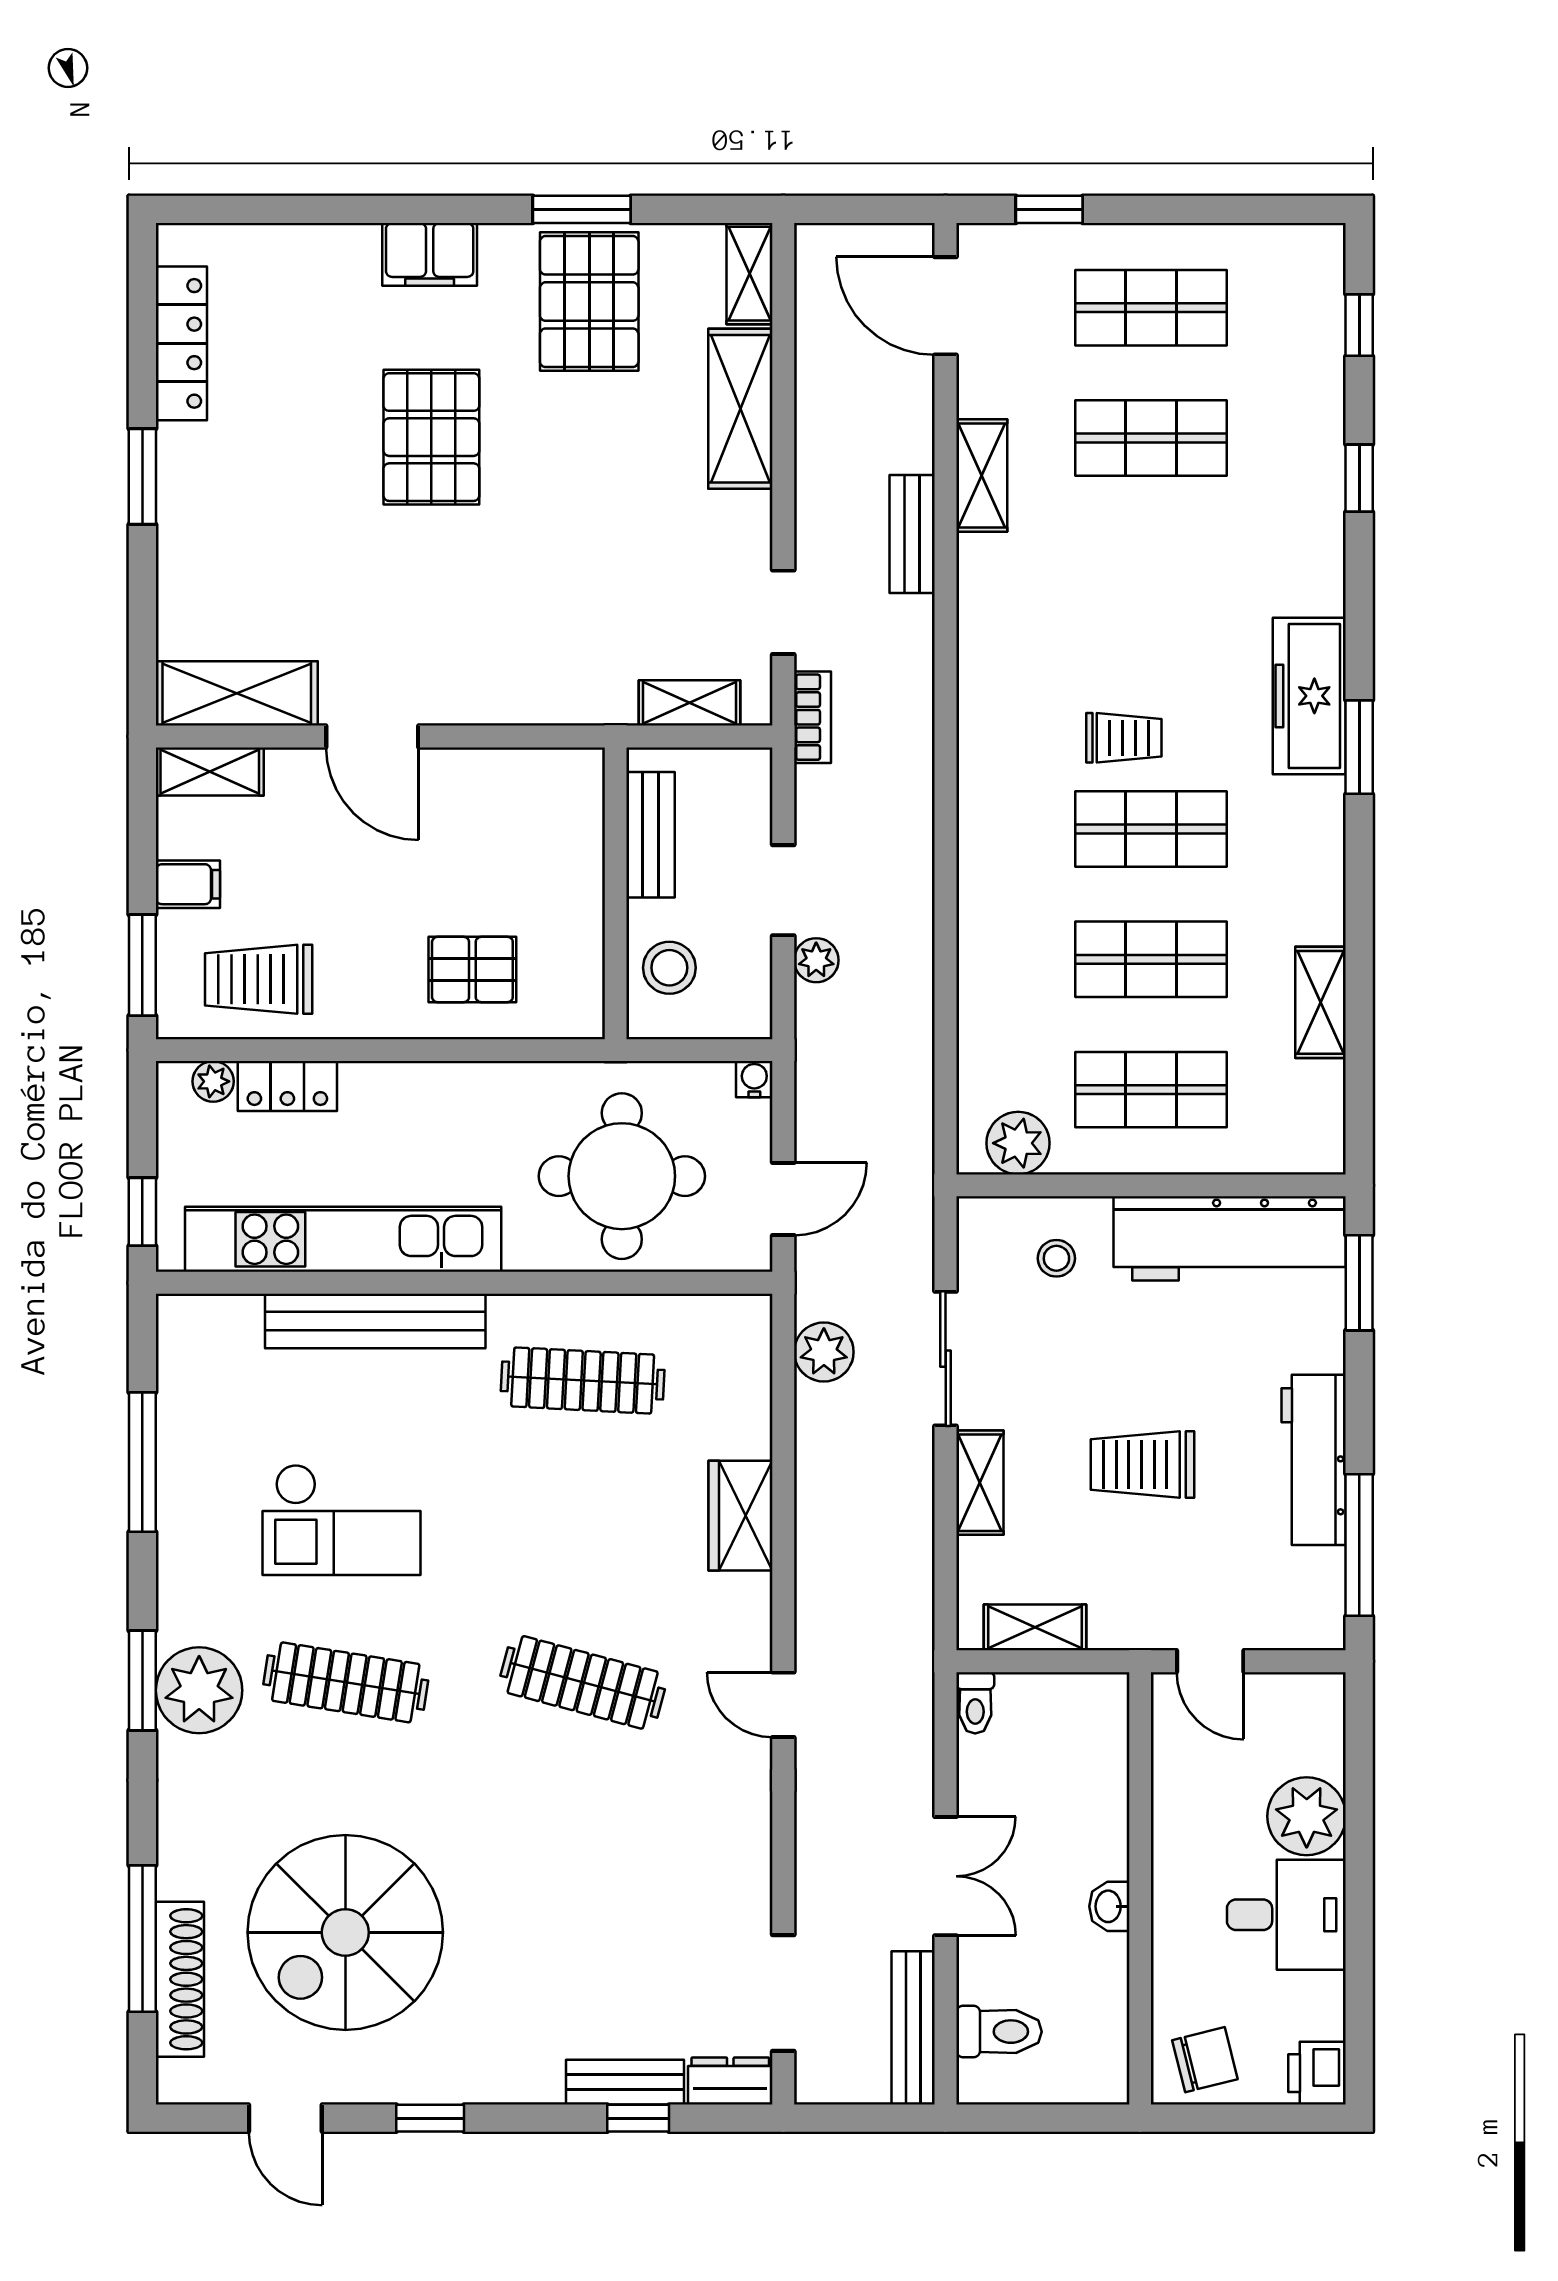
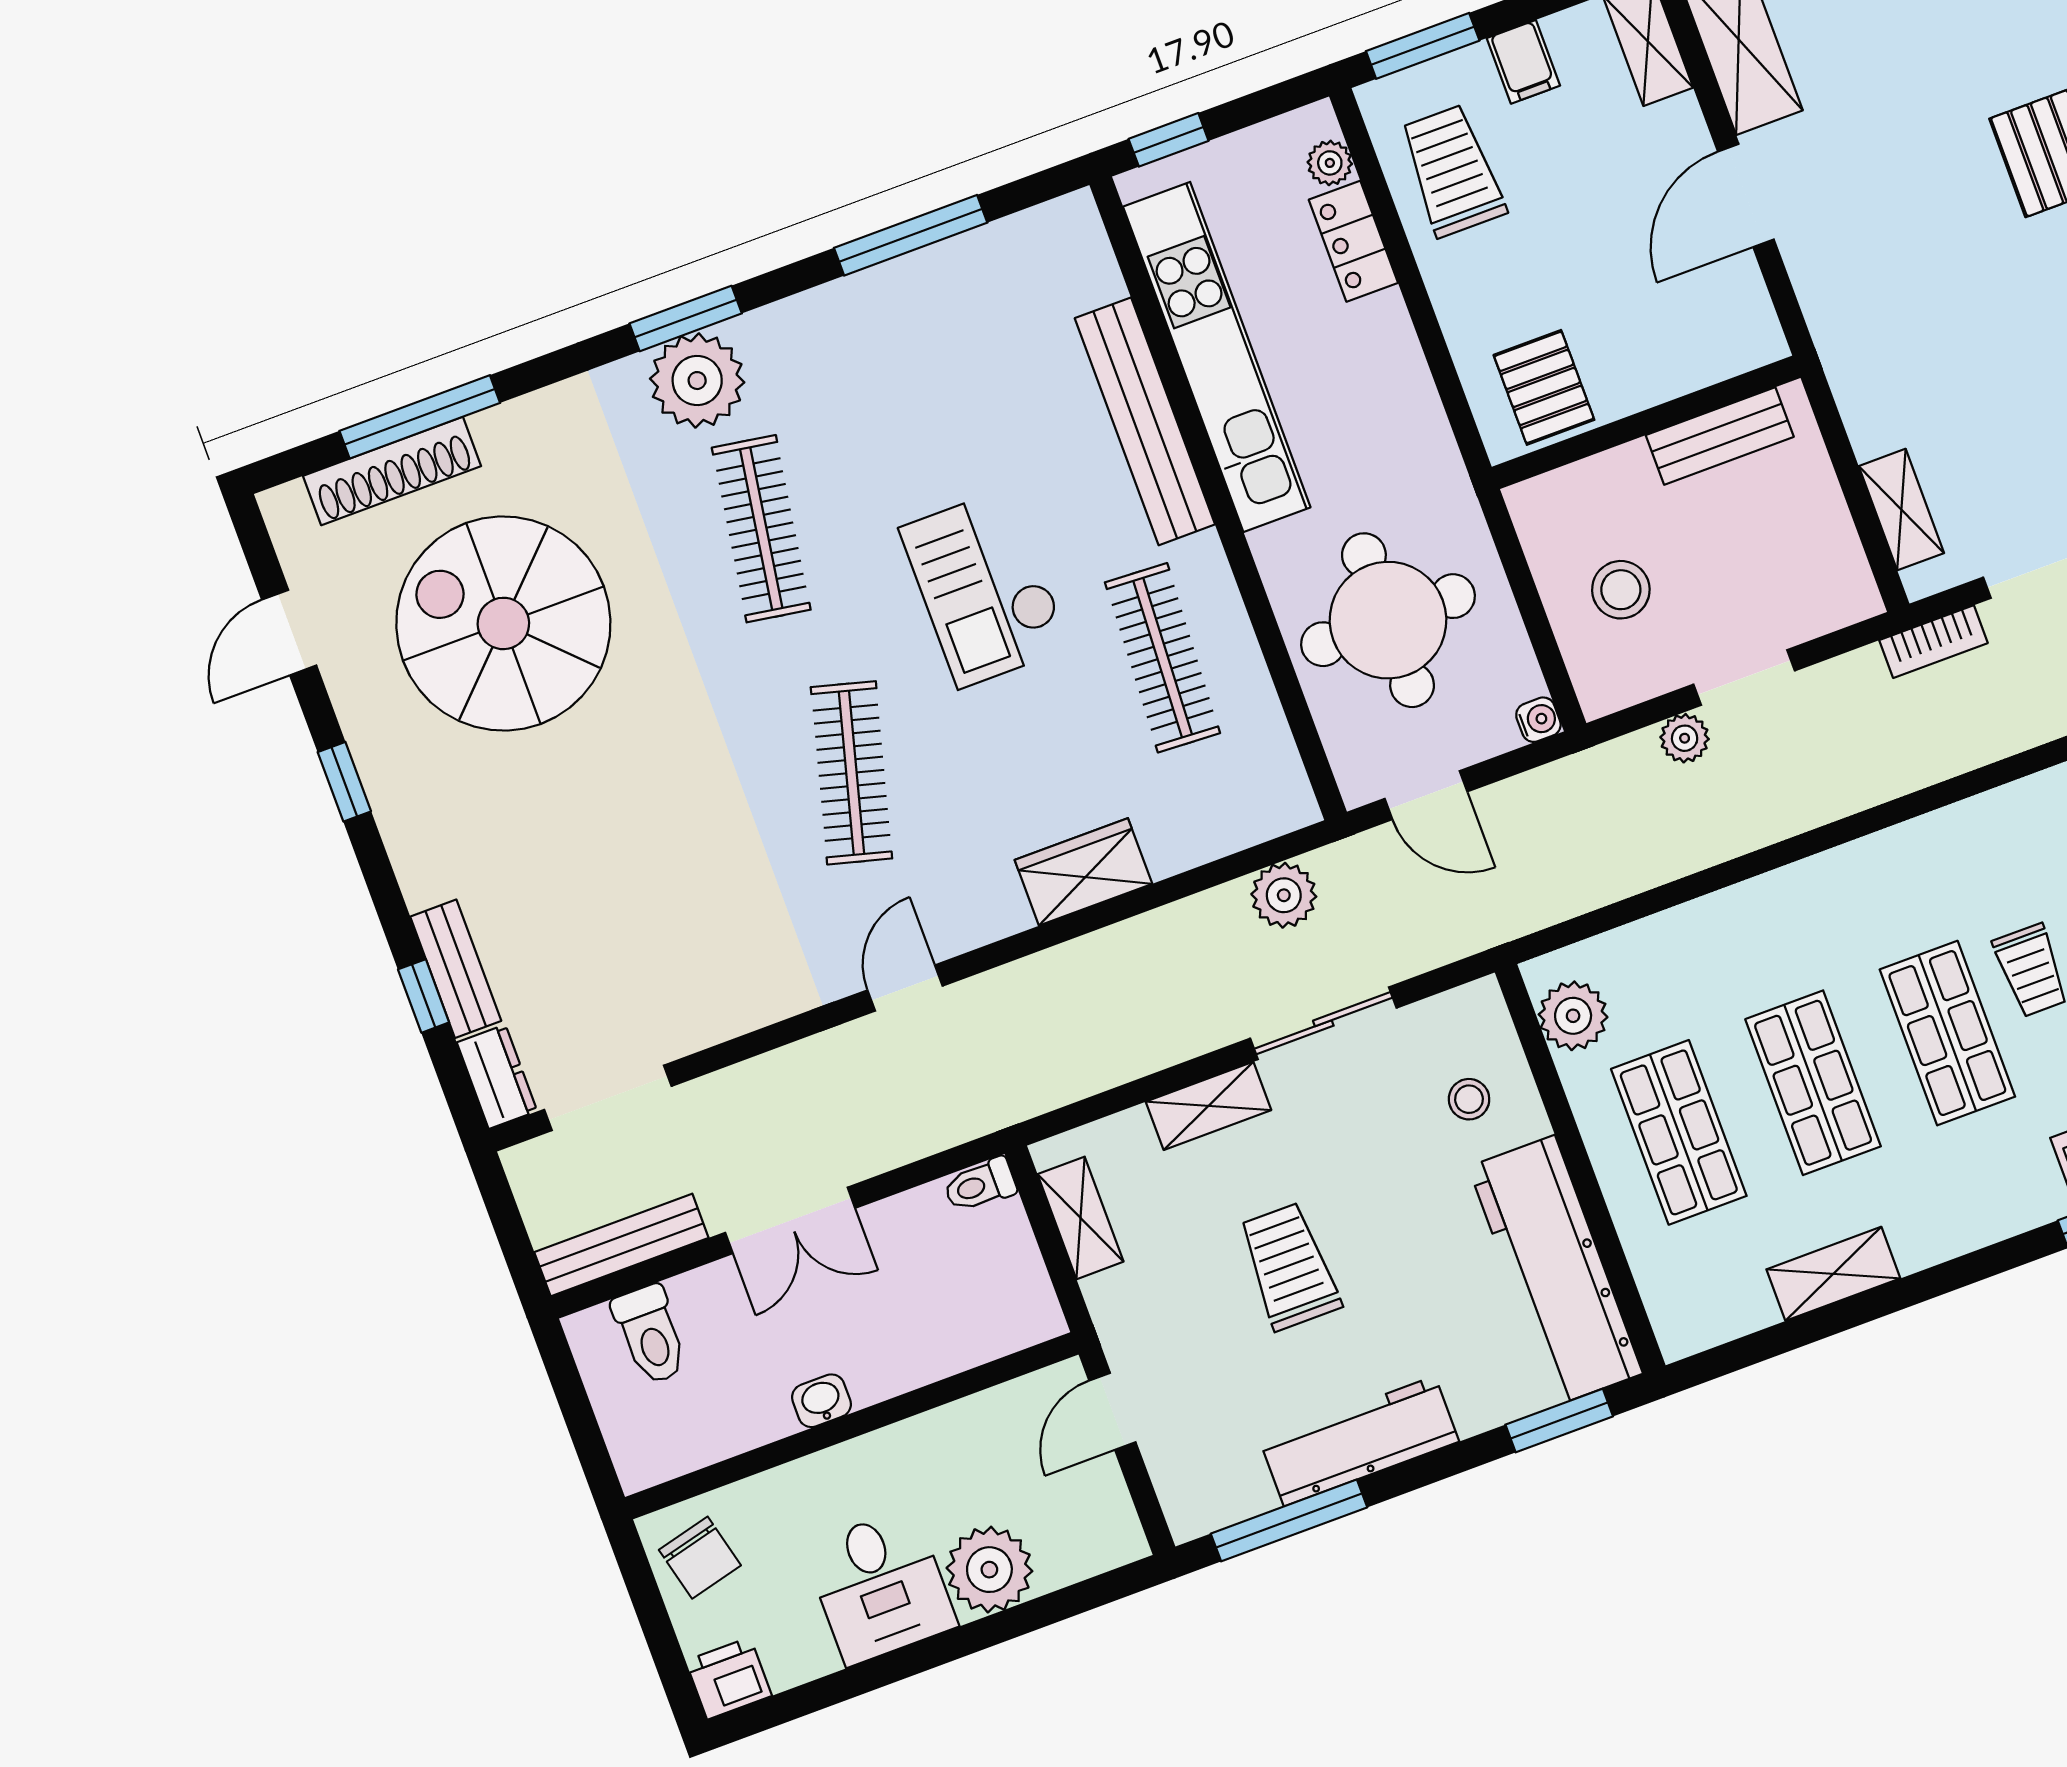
bench: (650, 835) -> (1720, 436), moved
wall: (616, 893) -> (1646, 422), moved
checkout: (341, 1520) -> (985, 588), moved

